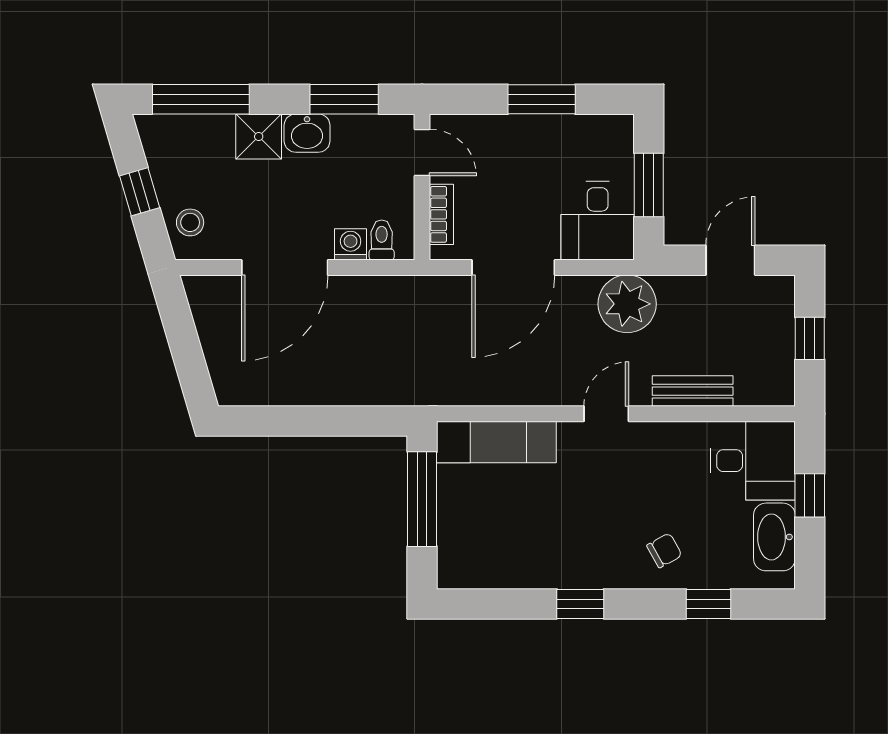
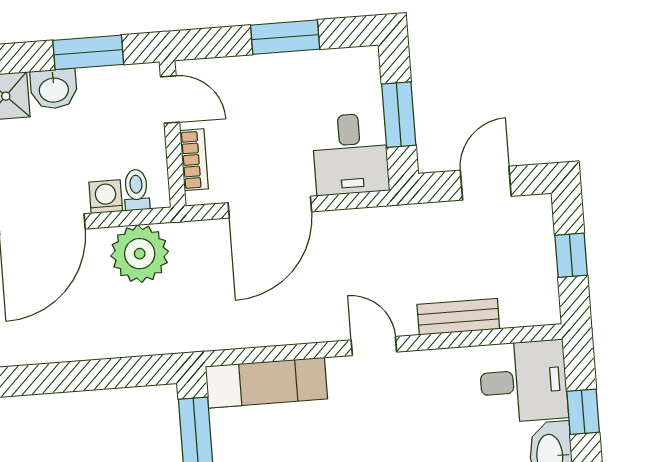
plant: (627, 304) -> (140, 254), moved
door: (606, 414) -> (374, 346), hinge flipped

